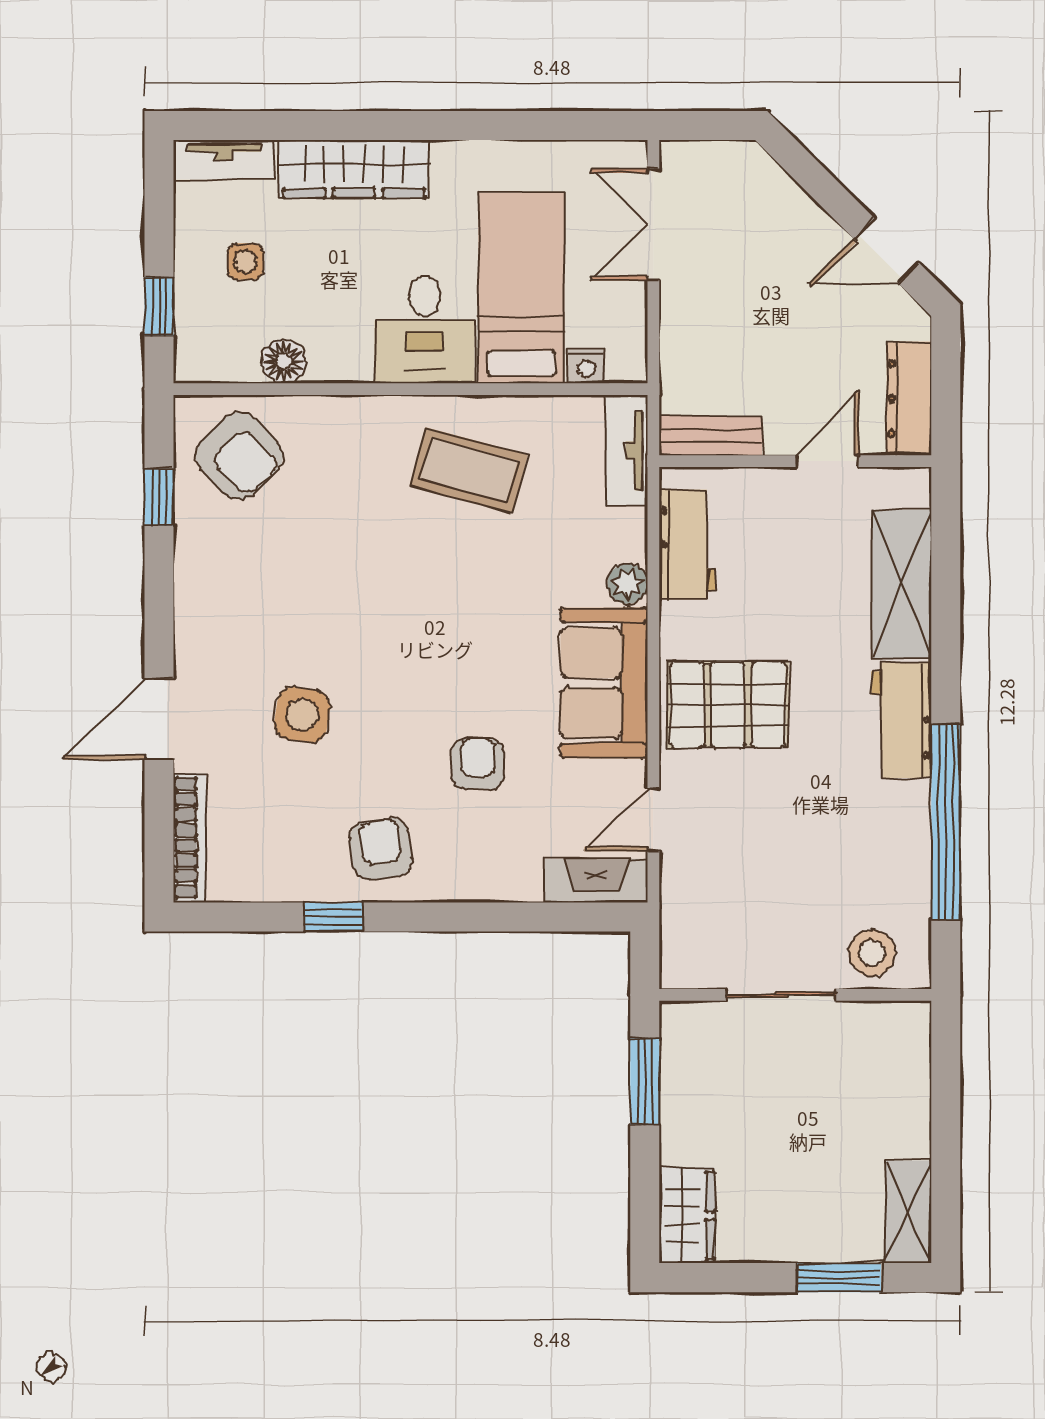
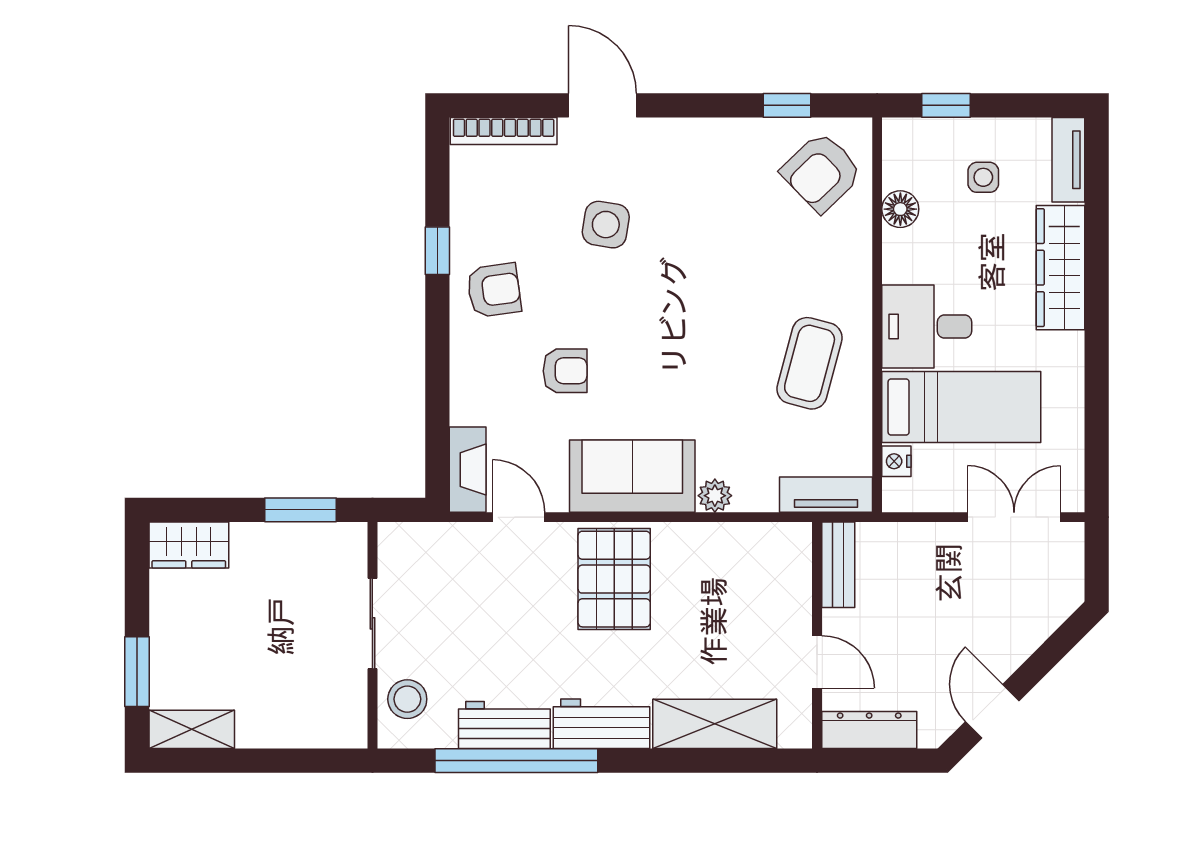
workbench: (688, 544) -> (504, 725), moved, turned 180

